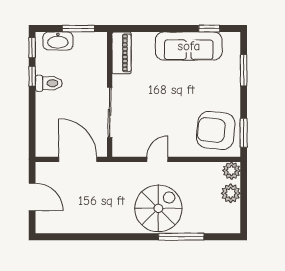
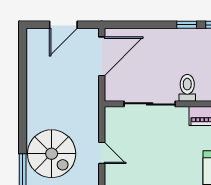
toilet: (49, 83) -> (187, 88), moved, turned 180
door: (78, 159) -> (102, 56), moved

